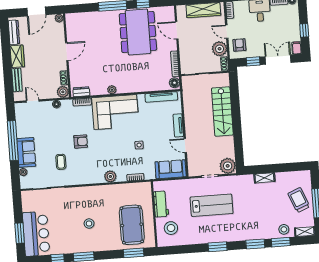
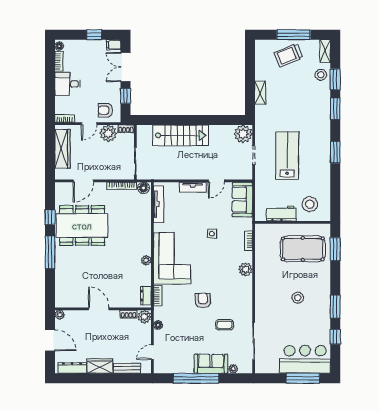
window: (20, 233) -> (303, 378), width x1.44

